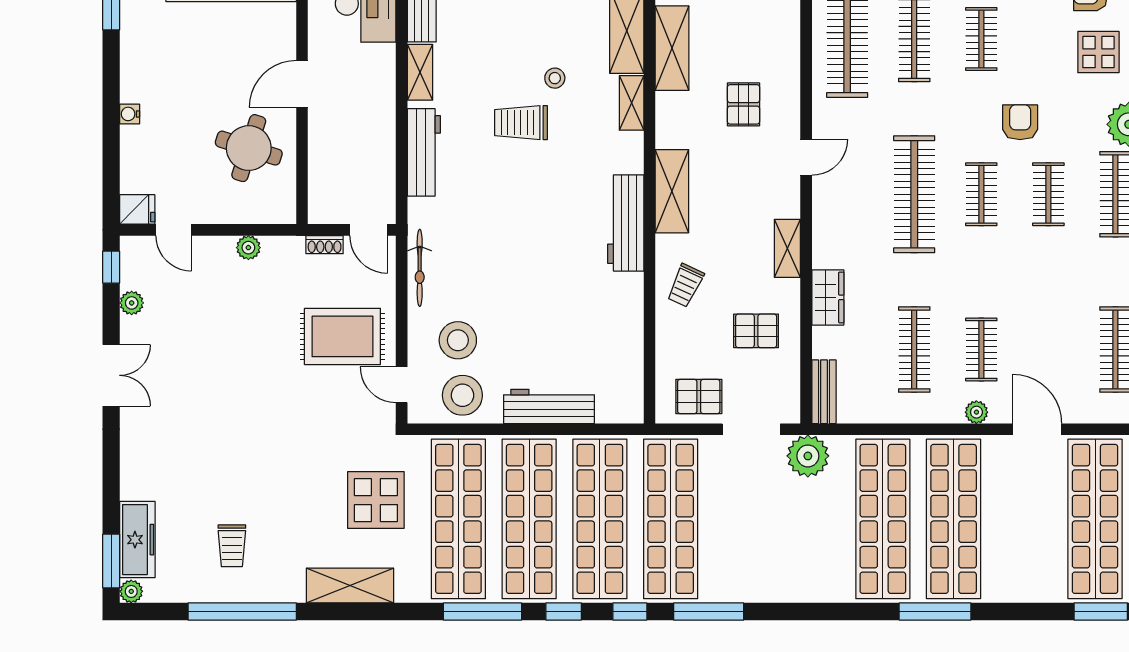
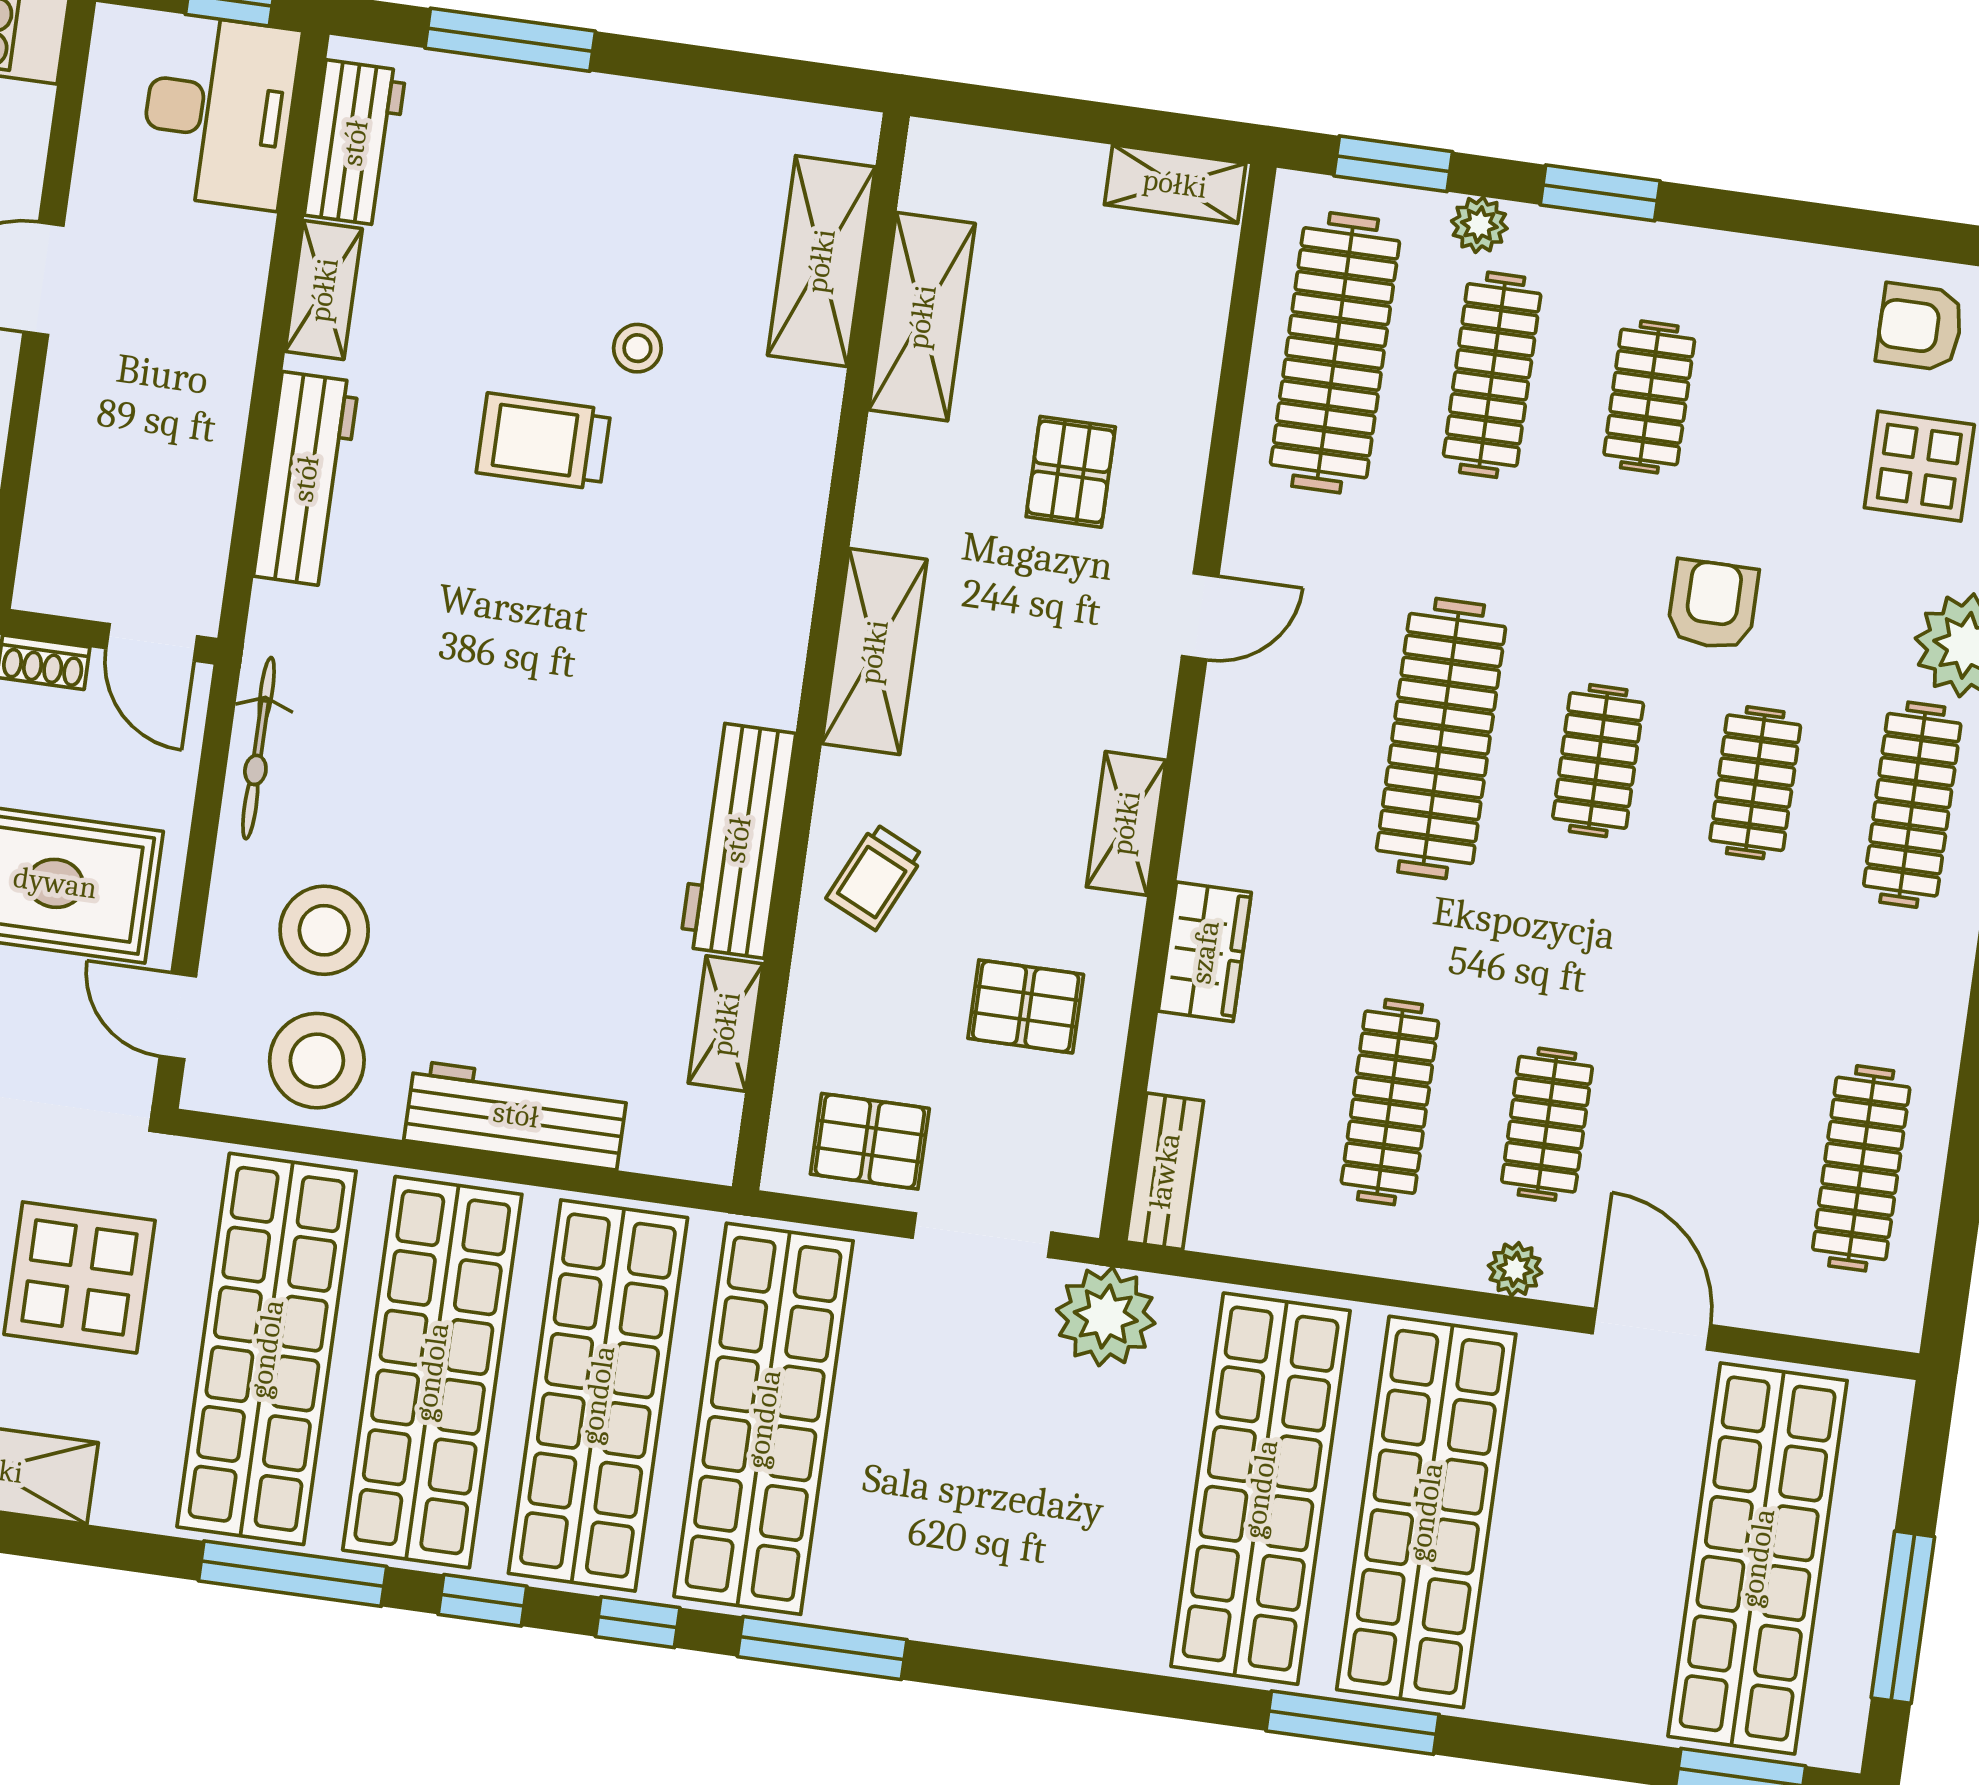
shelving: (632, 103) -> (726, 1024), moved
workbench: (626, 223) -> (738, 840), moved

